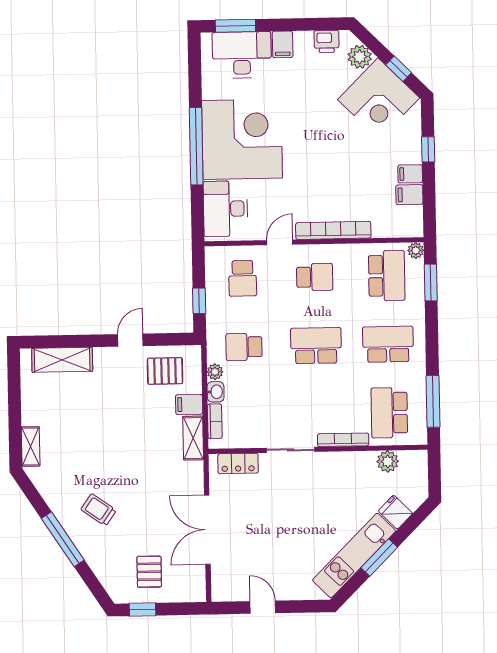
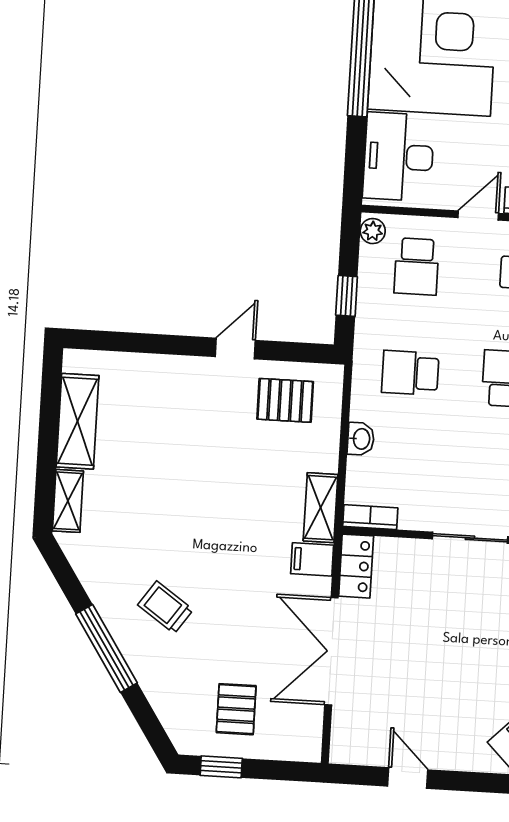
shelving: (62, 360) -> (78, 421), moved, turned 90
plant: (215, 372) -> (373, 231), moved
filing cabinet: (189, 404) -> (312, 559), moved
bookcase: (215, 421) -> (370, 517), moved, turned -90
locker: (238, 463) -> (356, 566), moved, turned -90

